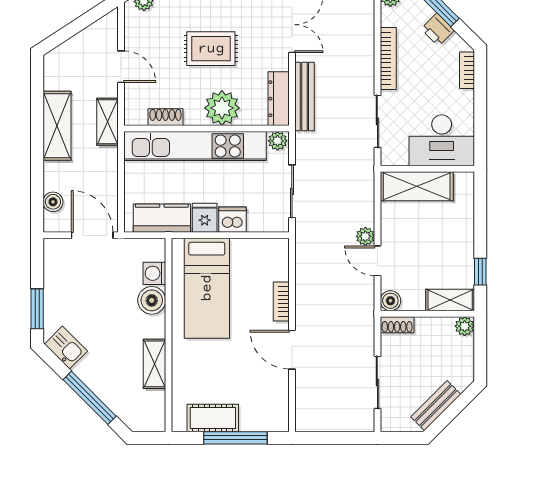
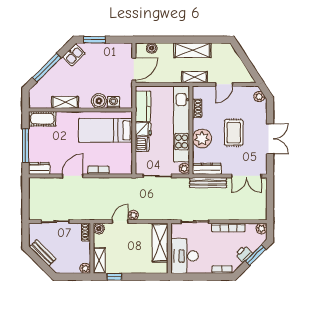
dresser: (278, 412) -> (39, 168), added
cot: (213, 418) -> (42, 119), moved, turned 90

